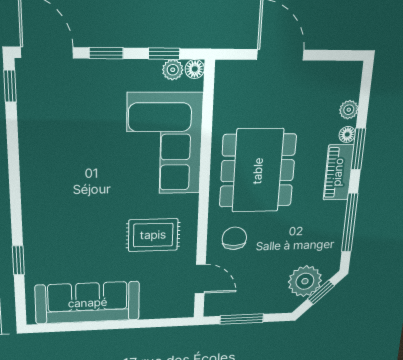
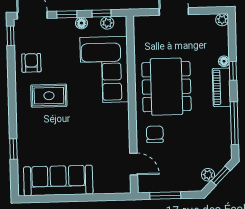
floor lamp: (195, 69) -> (81, 23), moved
plant: (349, 110) -> (222, 20), moved
armchair: (46, 131) -> (31, 63), added
window: (358, 149) -> (233, 71), width x0.67
rug: (153, 235) -> (49, 96), moved
plant: (305, 281) -> (208, 175), width x0.53, depth x0.53

